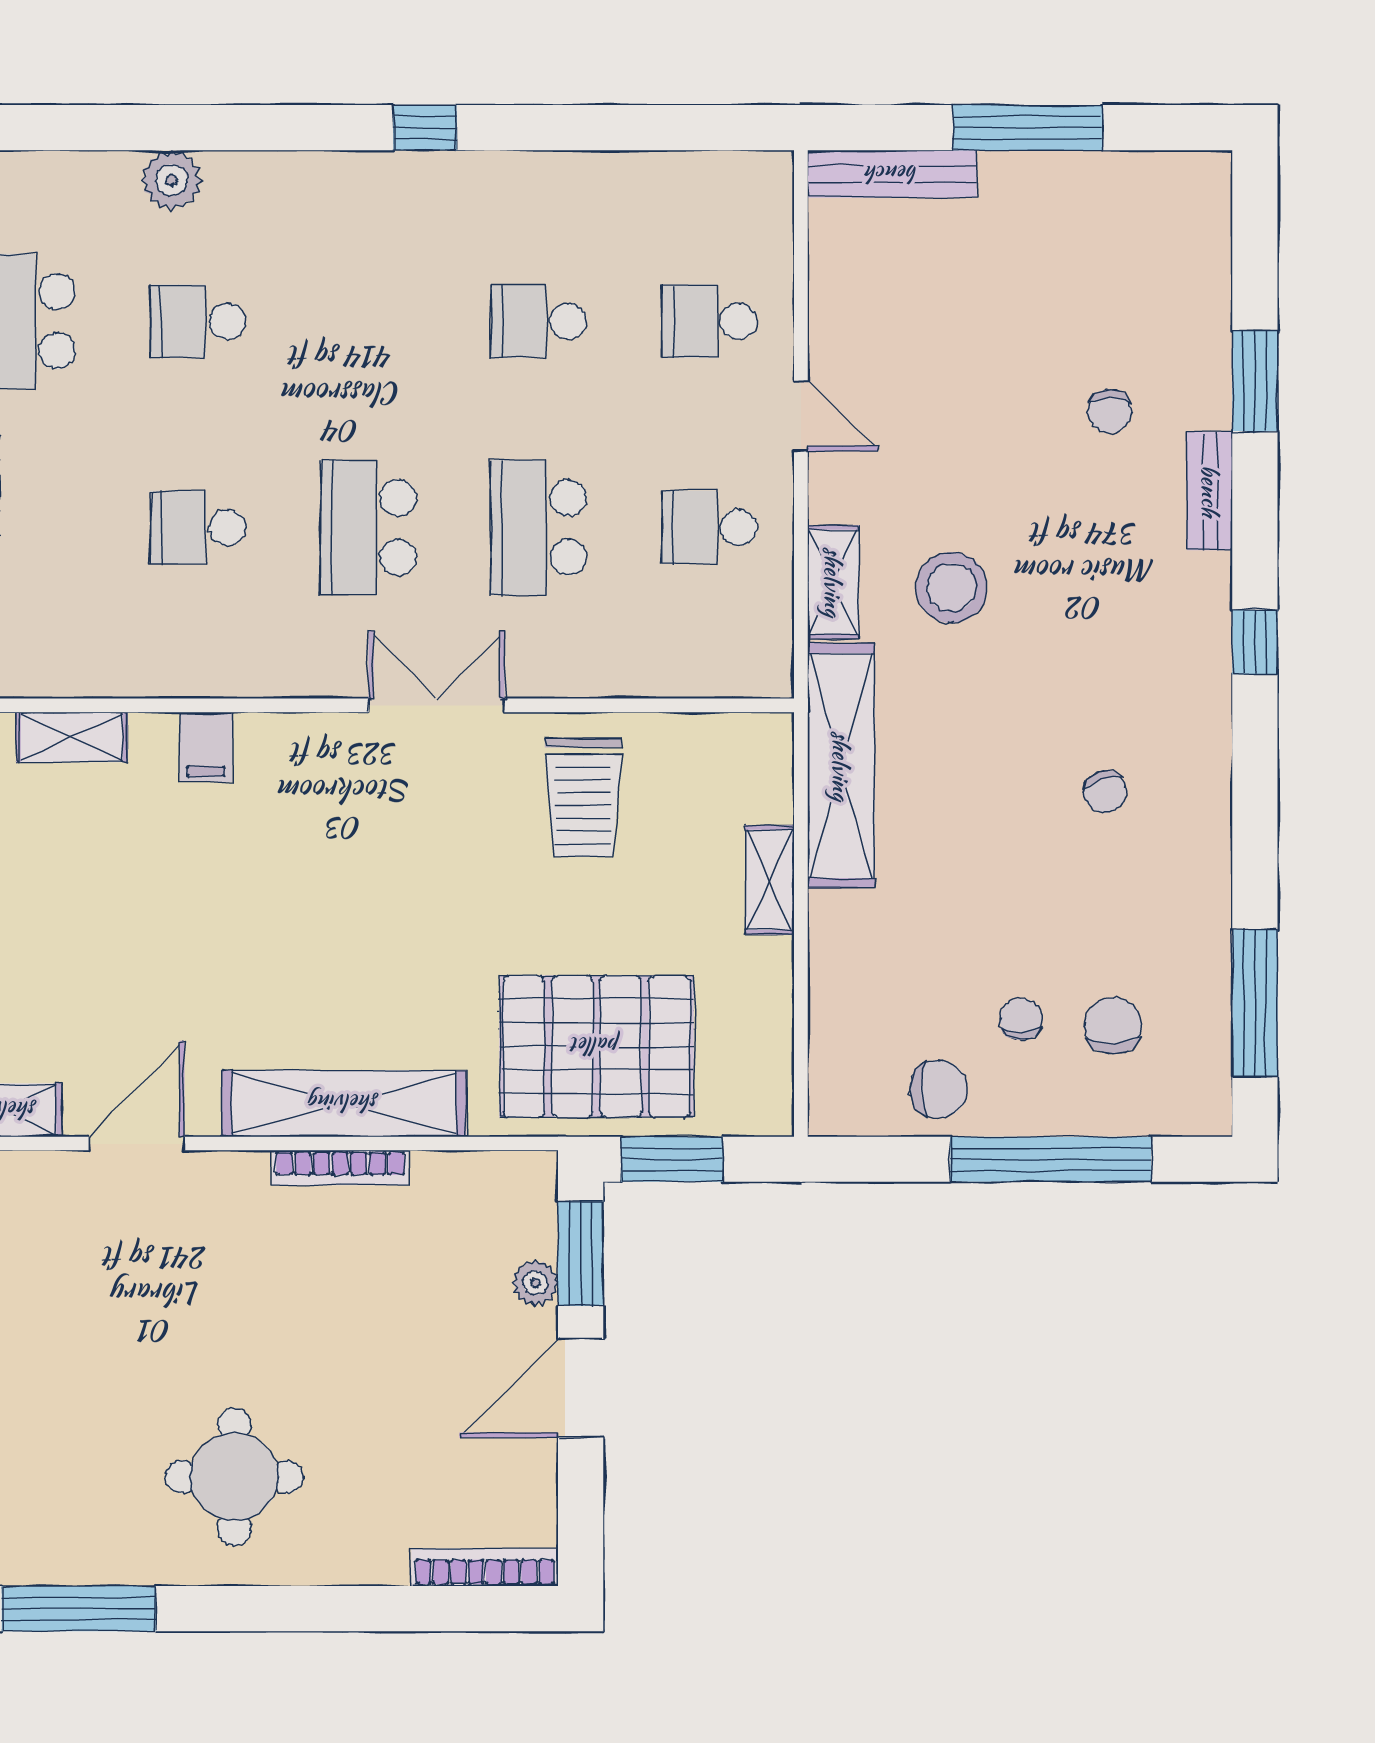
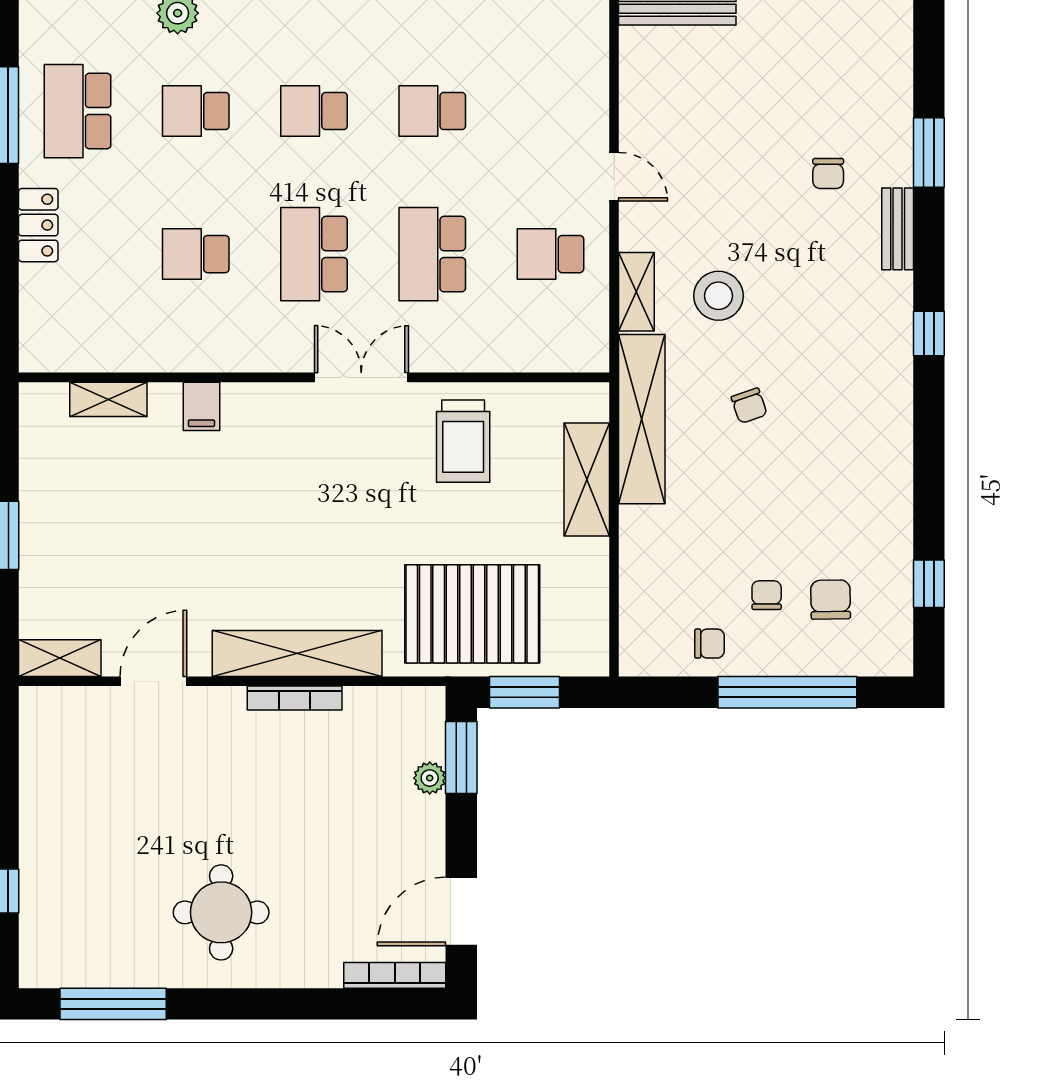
school desk: (709, 321) -> (314, 111), moved
chair: (1105, 792) -> (749, 406), moved
shelving: (770, 880) -> (587, 480), width x1.50, depth x1.33
window: (1255, 1003) -> (929, 584), width x0.46
chair: (939, 1089) -> (710, 644), width x0.73, depth x0.73
door: (581, 1388) -> (461, 911), moved

